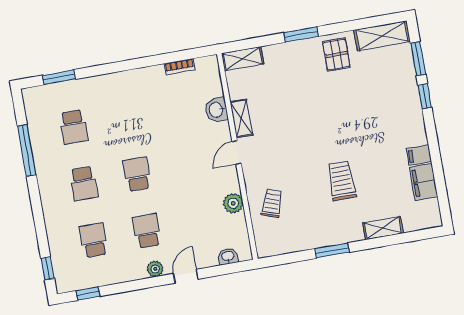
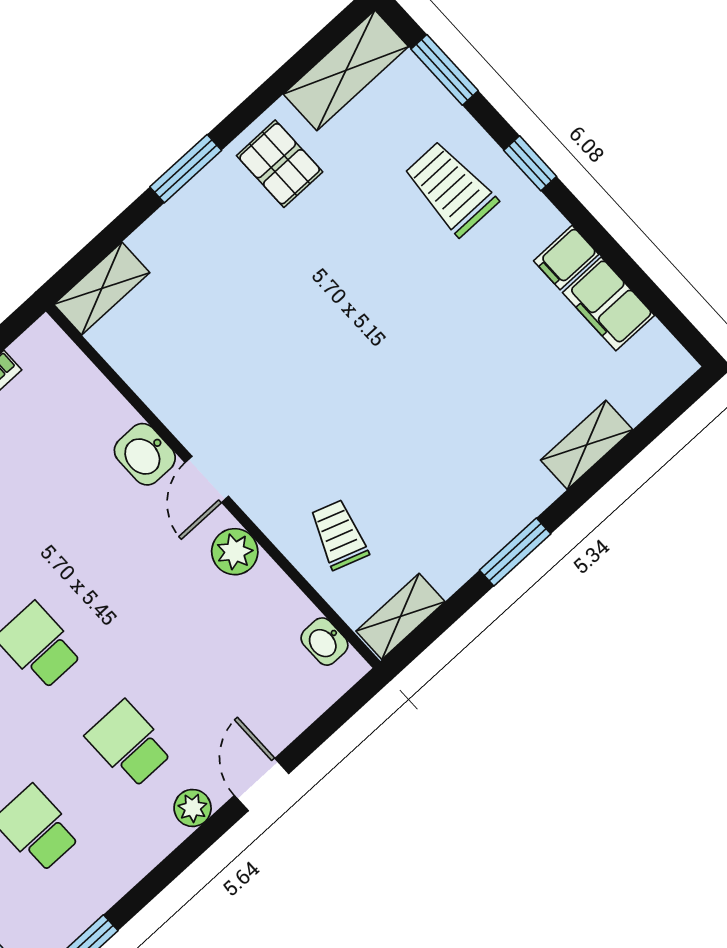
window: (425, 96) -> (530, 163), moved
washbasin: (216, 110) -> (145, 454), moved
shelving: (241, 118) -> (400, 616), moved, turned 90
trolley: (342, 181) -> (451, 188), moved
plant: (233, 203) -> (235, 552), moved
washbasin: (228, 256) -> (324, 642), moved, turned -90

